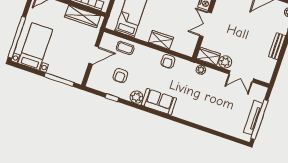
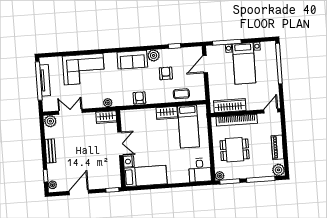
wardrobe: (161, 40) -> (167, 113), moved
bed with nightstands: (35, 46) -> (244, 63), moved
door: (94, 55) -> (205, 64), moved
plant: (225, 62) -> (50, 121), moved
armchair: (120, 75) -> (166, 73), moved
corner sofa: (211, 113) -> (84, 69), added

